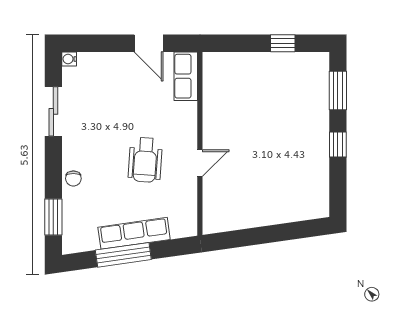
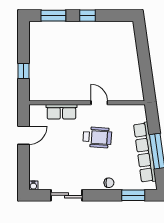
window: (283, 43) -> (24, 71), moved
row of seats: (186, 76) -> (61, 112), moved
row of seats: (134, 233) -> (145, 152), width x1.36

